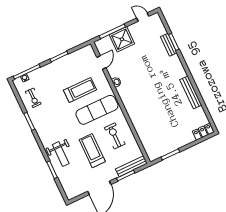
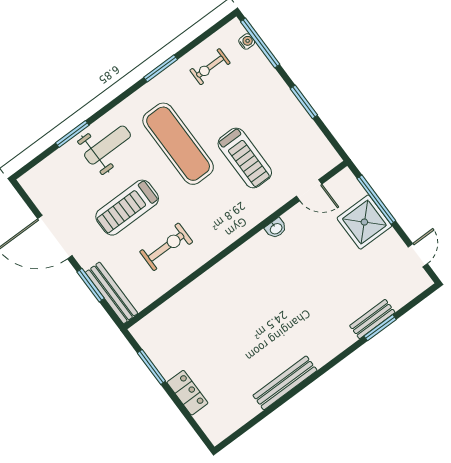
exercise mat: (97, 110) -> (178, 144), moved
locker: (203, 132) -> (188, 393), moved
treadmill: (92, 151) -> (127, 208), turned 180
weight bench: (61, 154) -> (107, 145), turned 180

